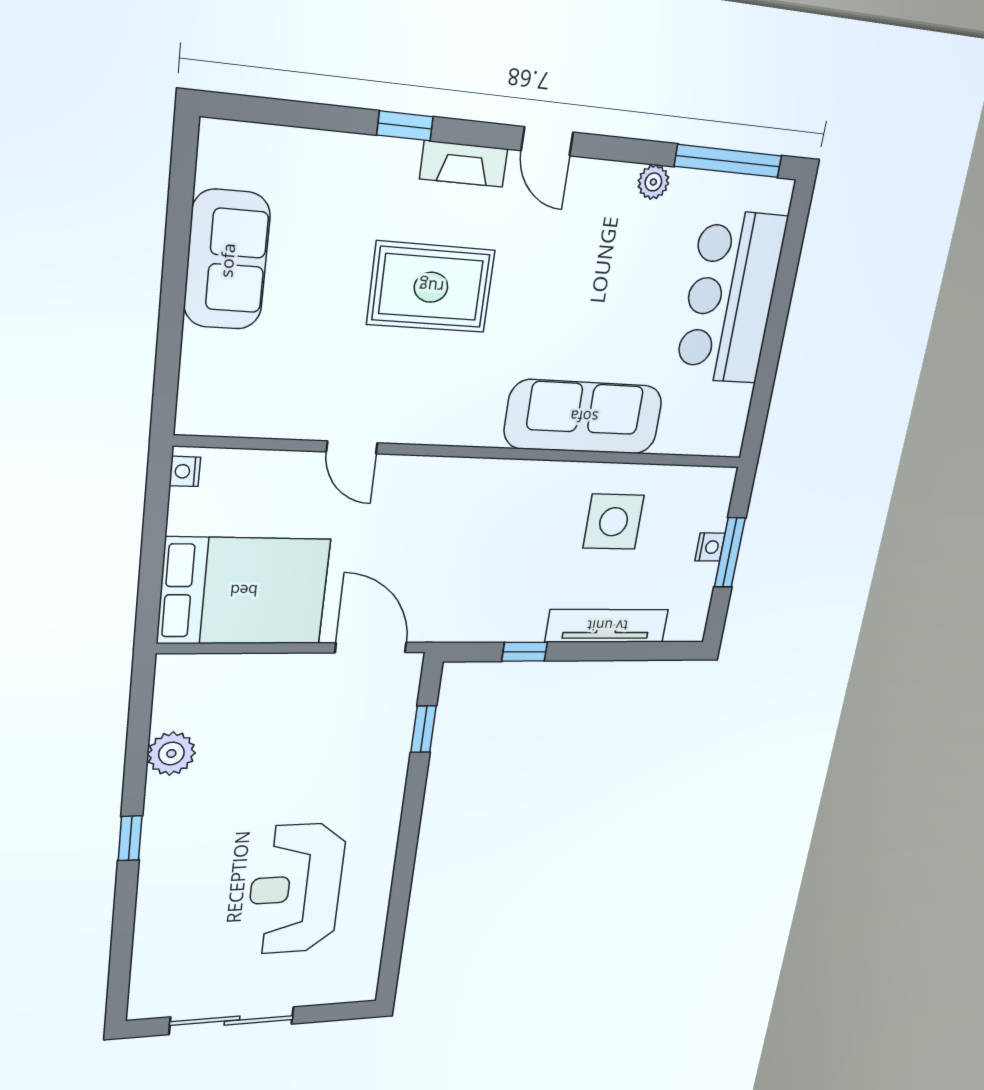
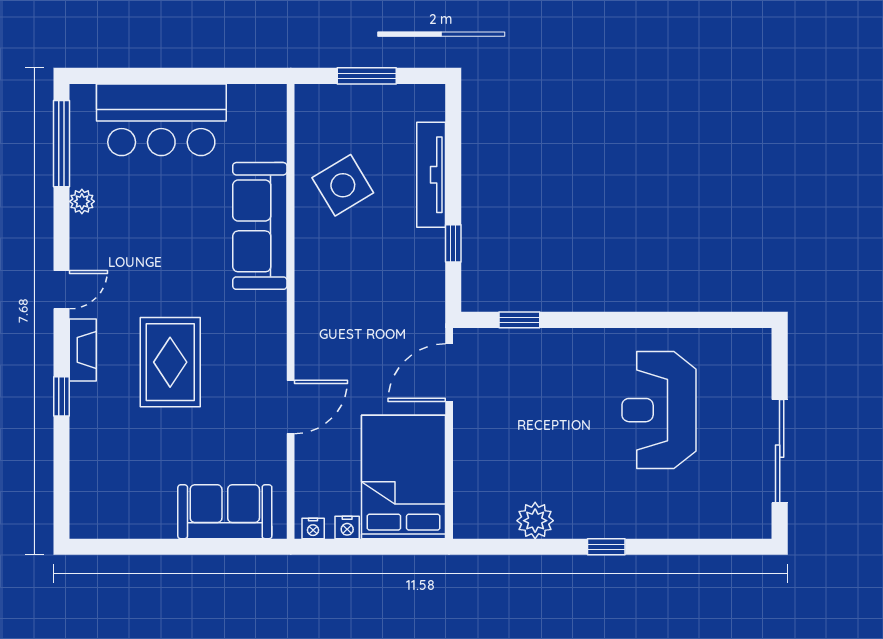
sofa: (227, 260) -> (225, 512), moved
door: (352, 447) -> (291, 407), width x1.38
side table: (614, 522) -> (343, 185), turned -31
nightstand: (710, 547) -> (347, 528), moved, turned 180
reception desk: (296, 889) -> (659, 410), turned 90

